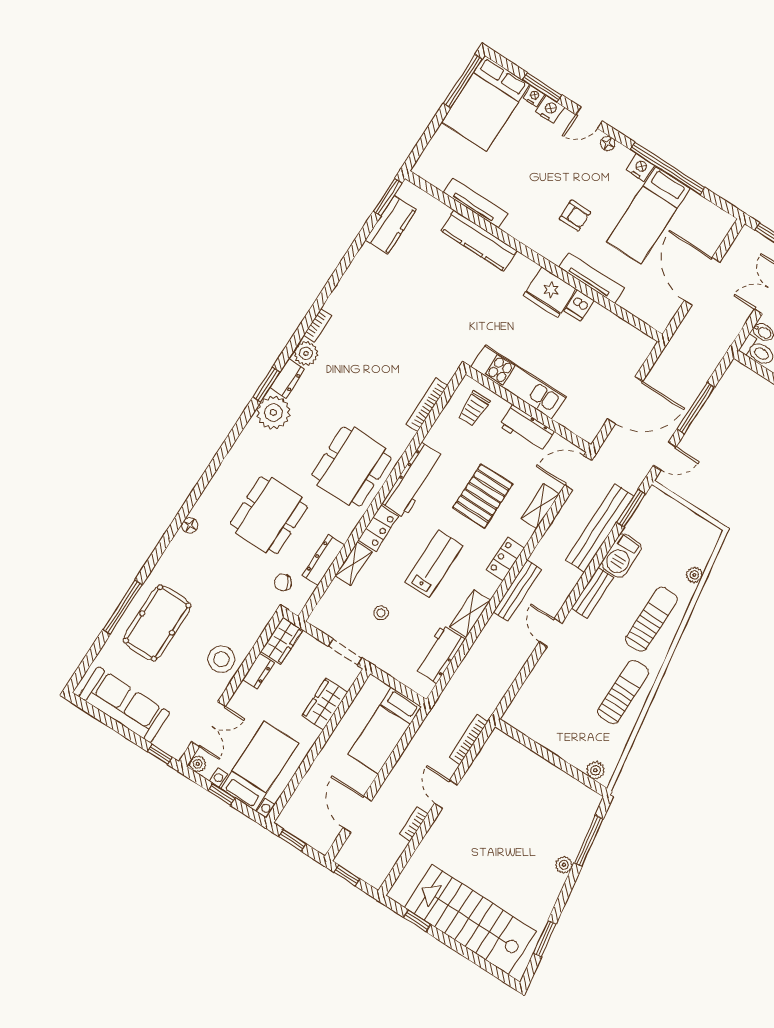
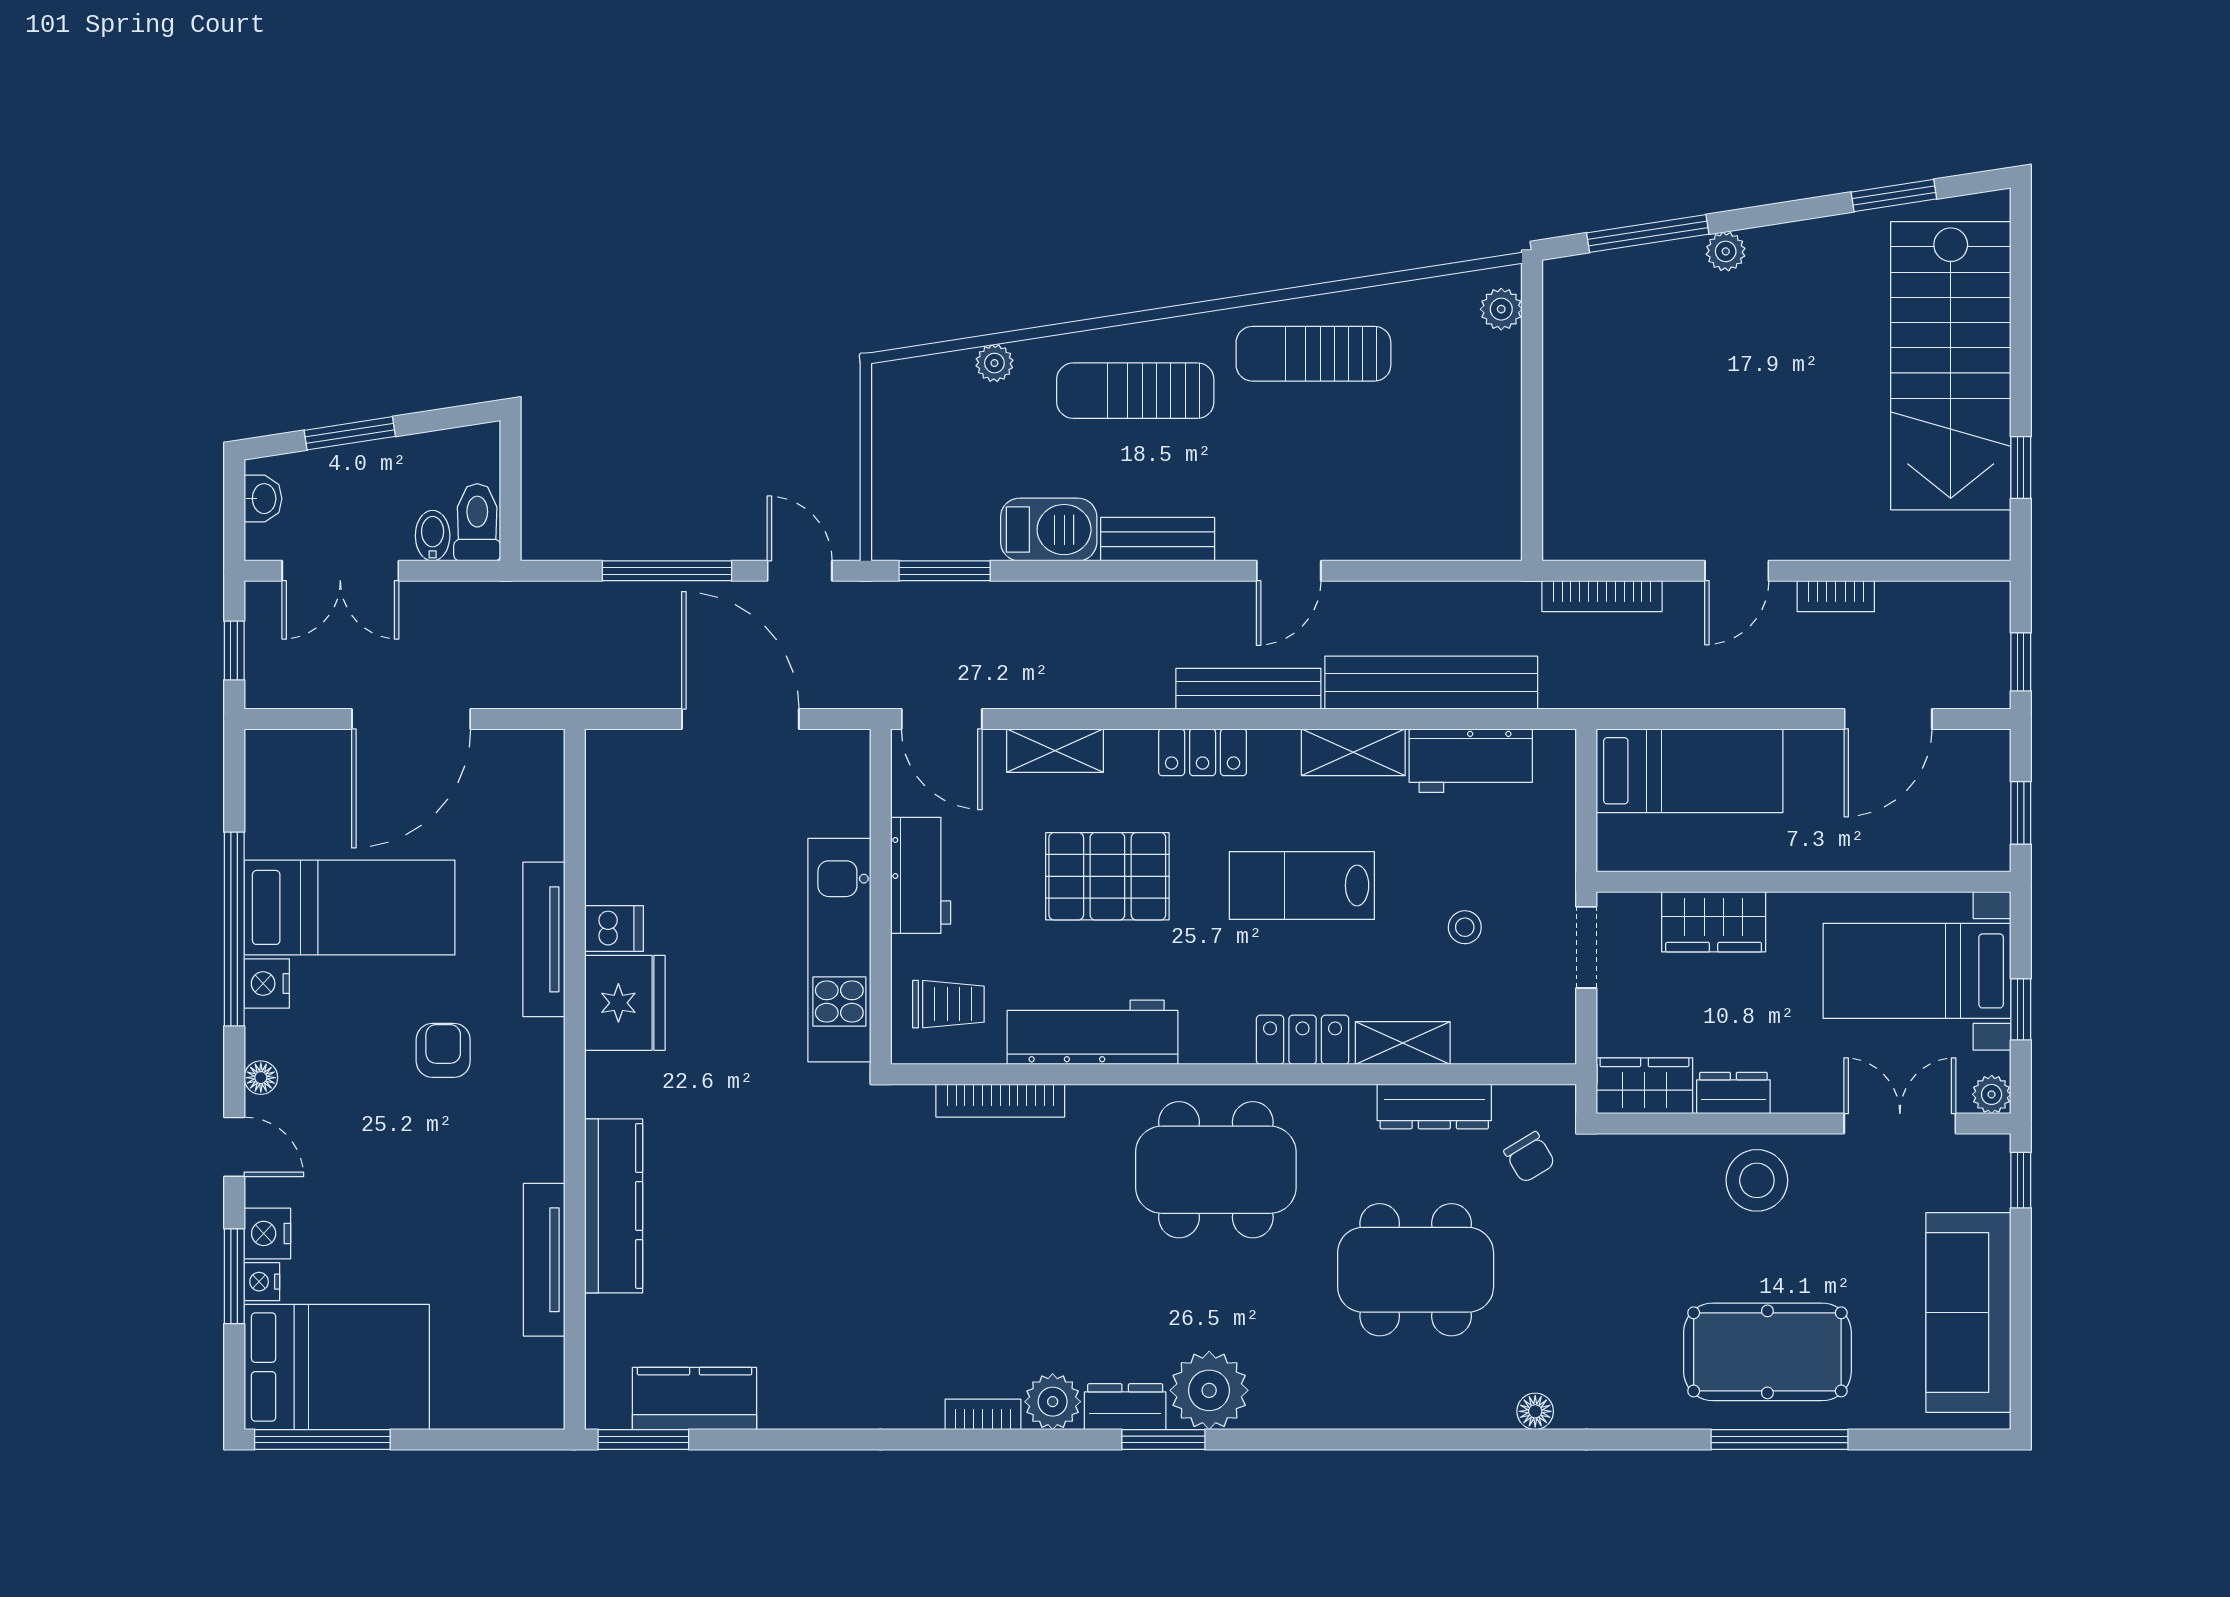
workbench: (413, 480) -> (1092, 1032), moved
bench: (600, 528) -> (1431, 683), moved

